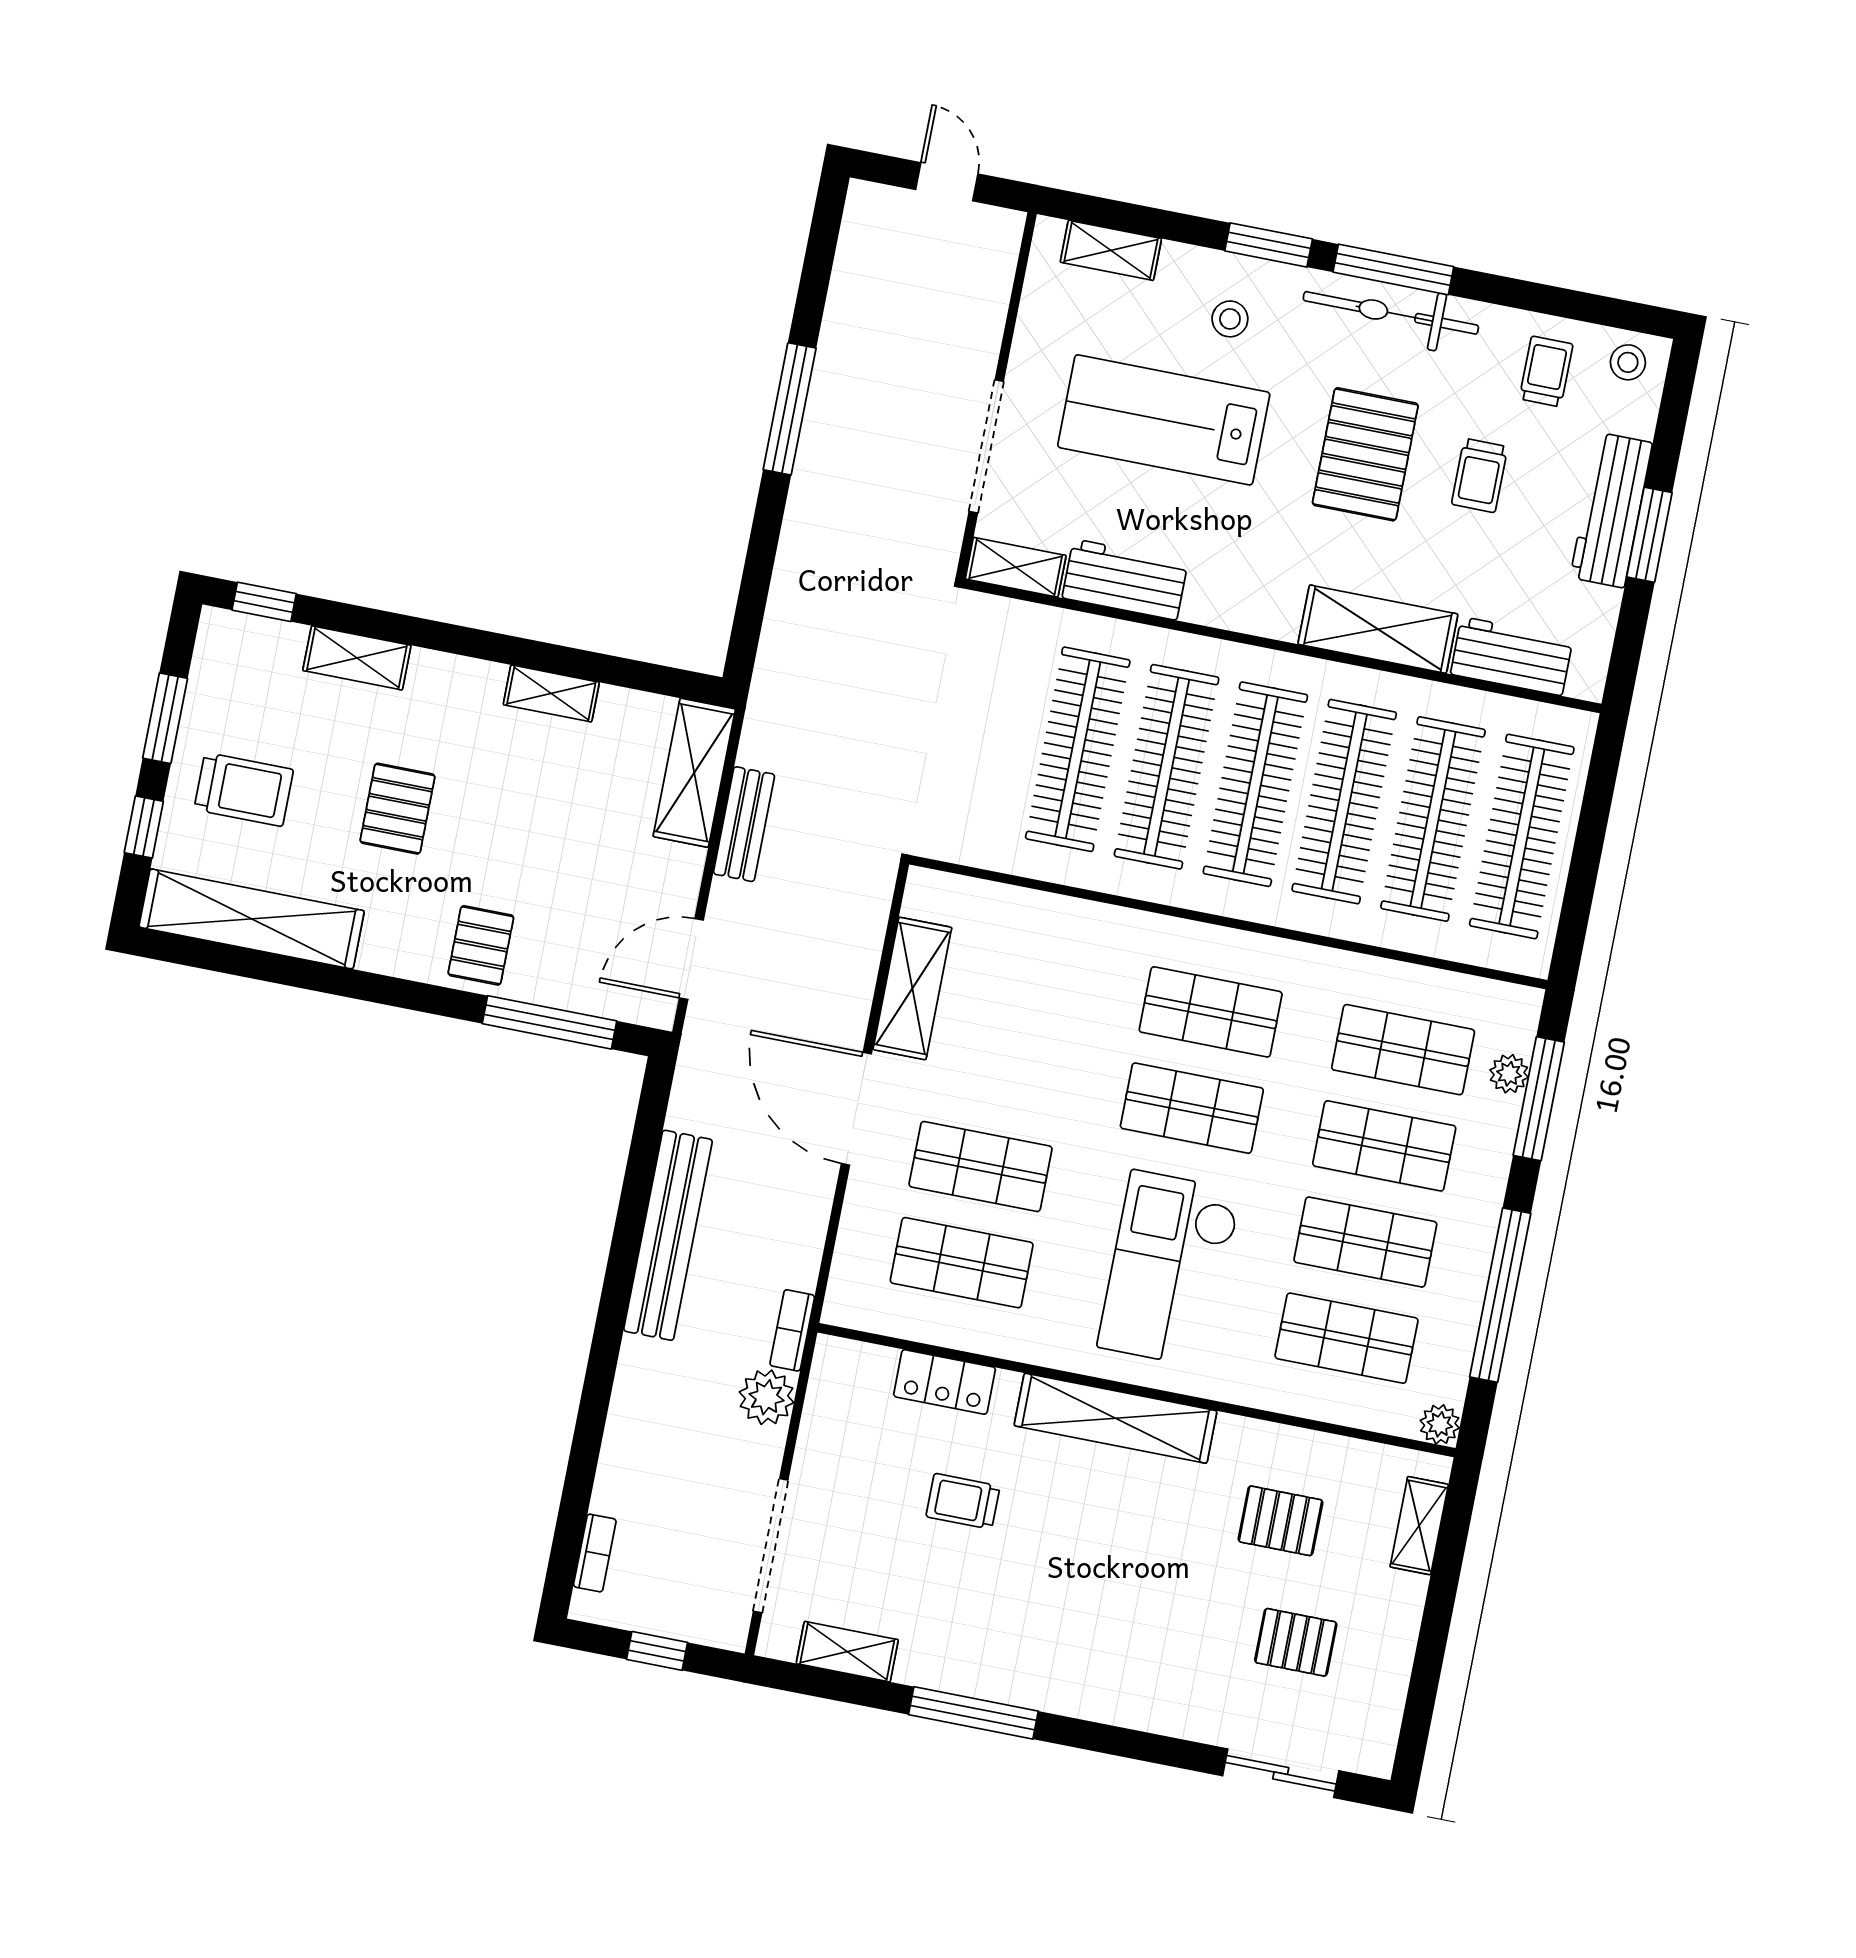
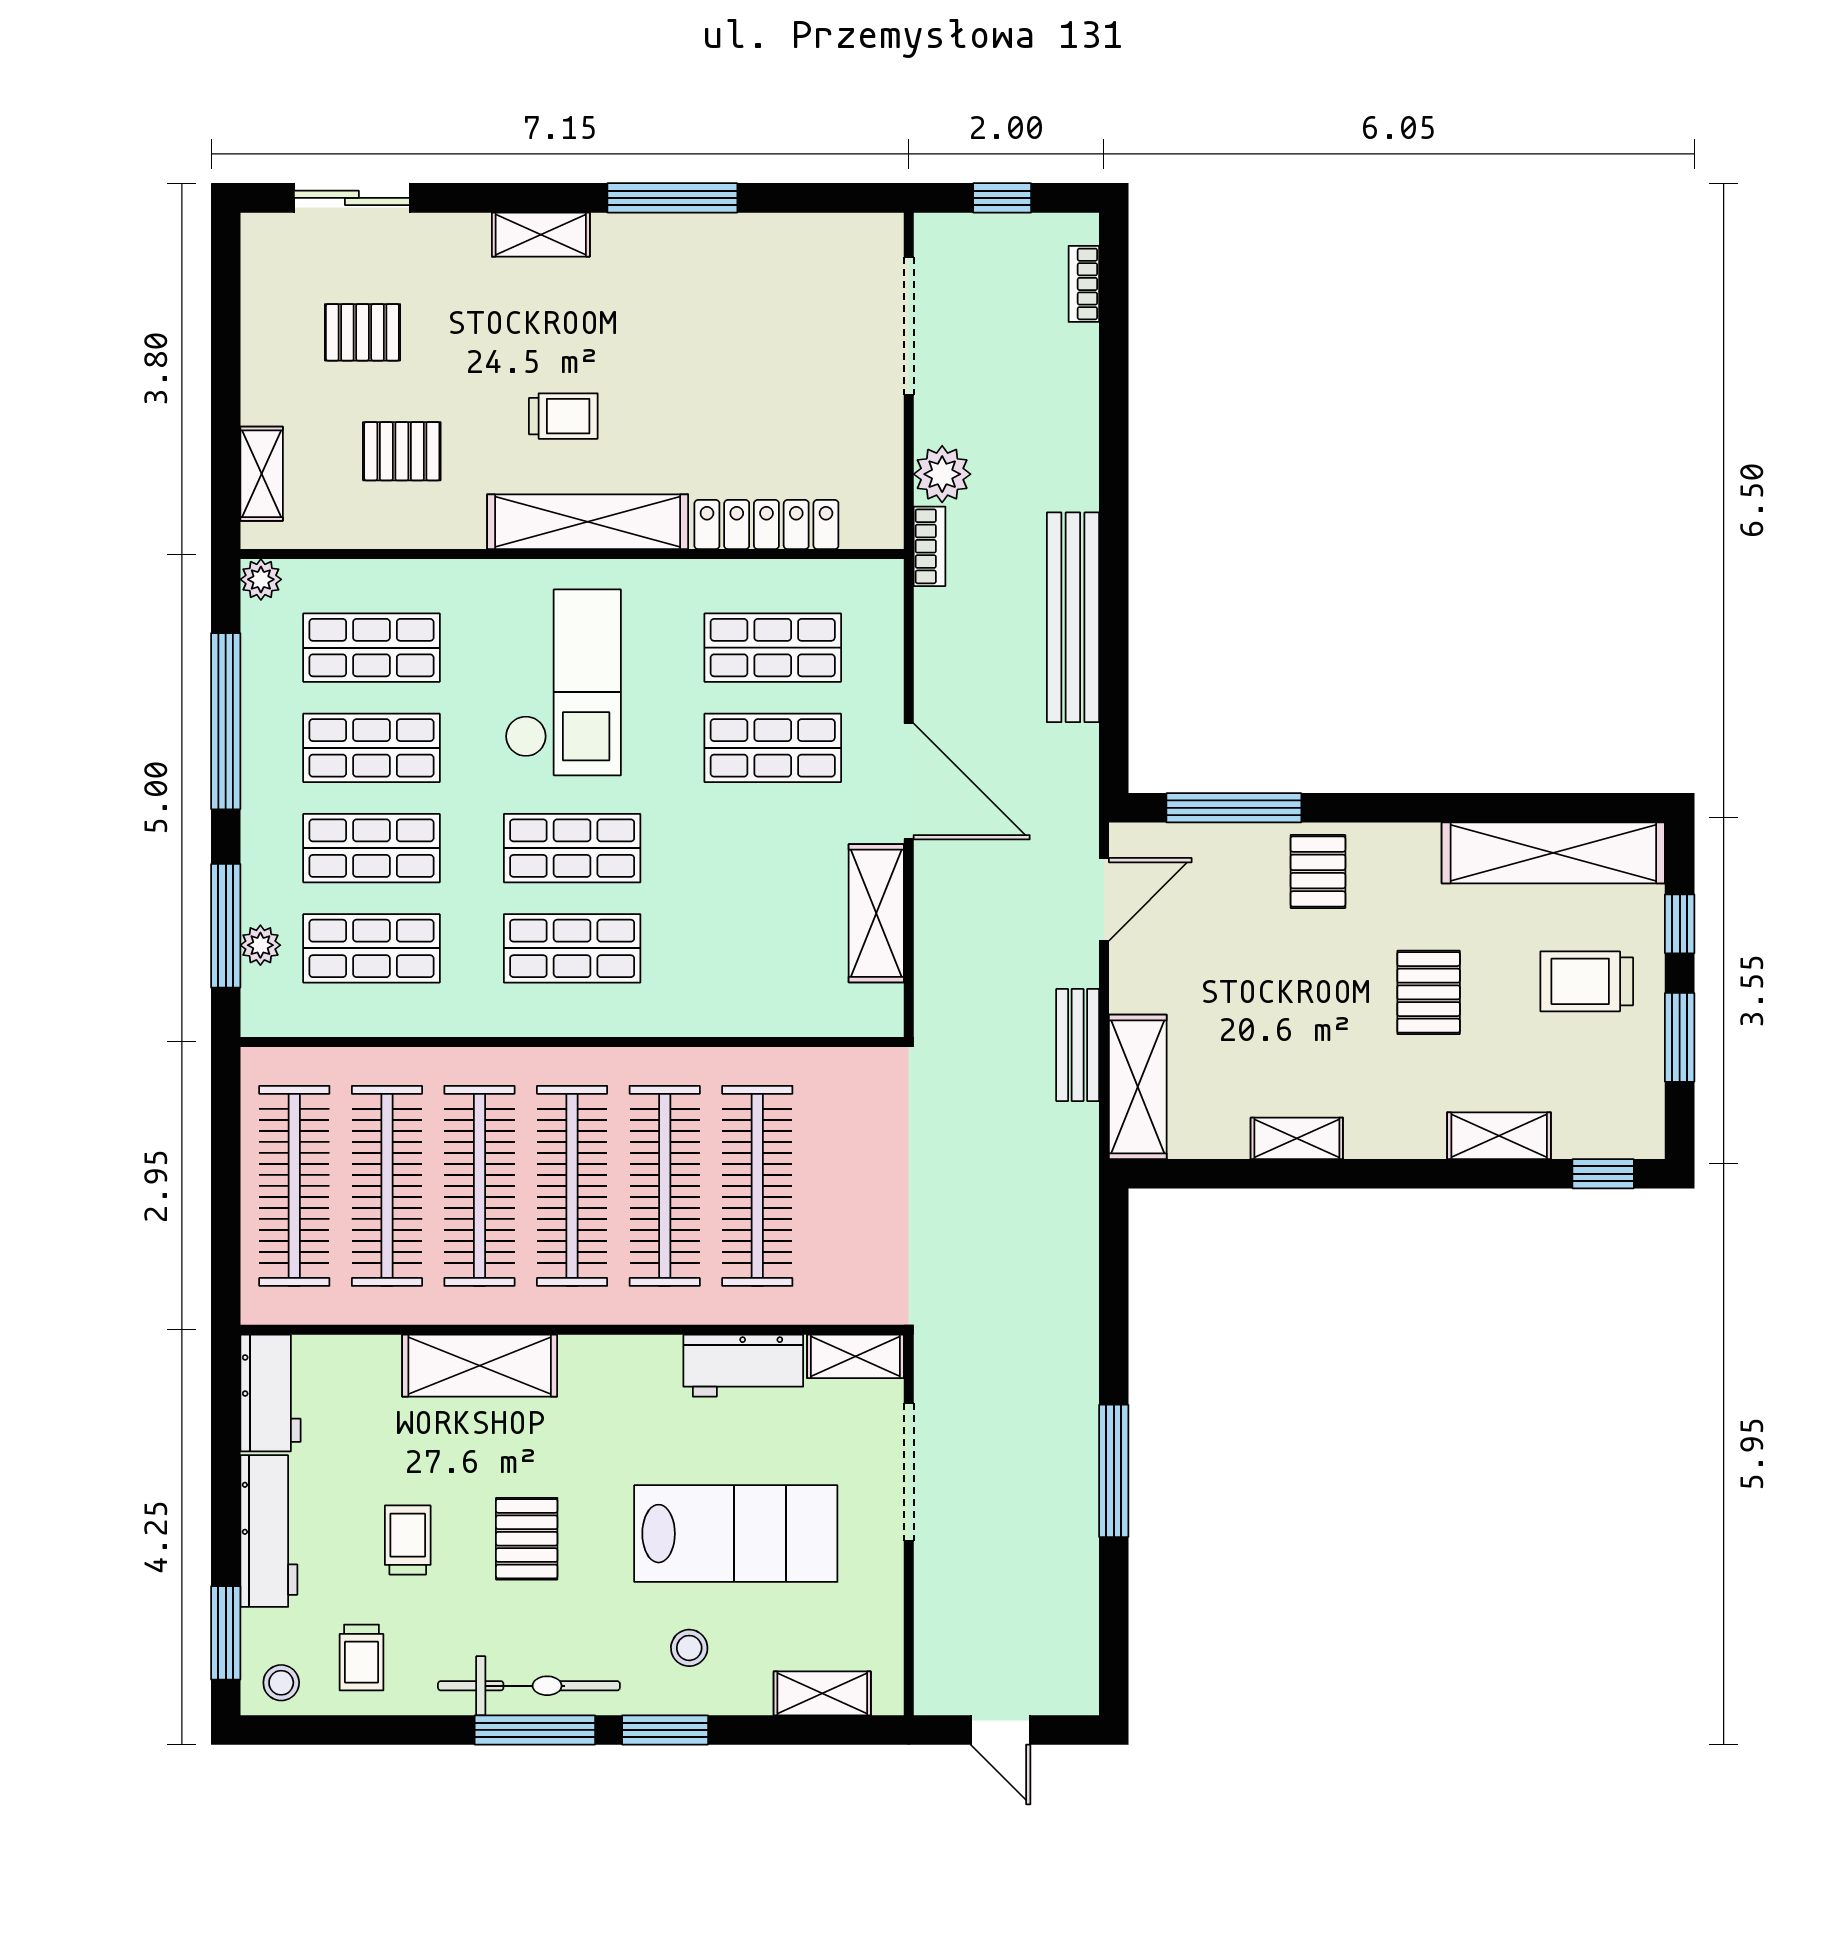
pallet: (1365, 454) -> (527, 1539), width x0.67, depth x0.71
window: (1649, 535) -> (226, 1633), moved
workbench: (1512, 656) -> (270, 1393), moved, turned -90
locker: (944, 1382) -> (766, 525), width x1.53
trolley: (963, 1501) -> (563, 416), moved
shelving: (847, 1652) -> (541, 235), moved

